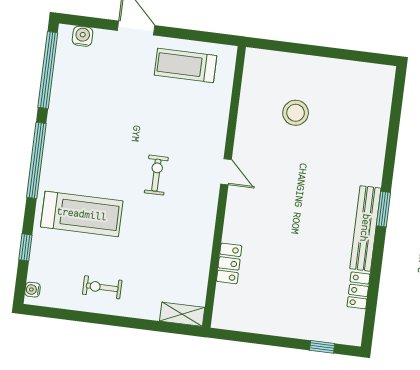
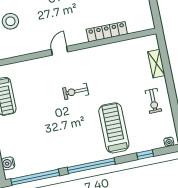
locker: (229, 263) -> (107, 32), width x1.53
shelving: (182, 314) -> (156, 64), moved

